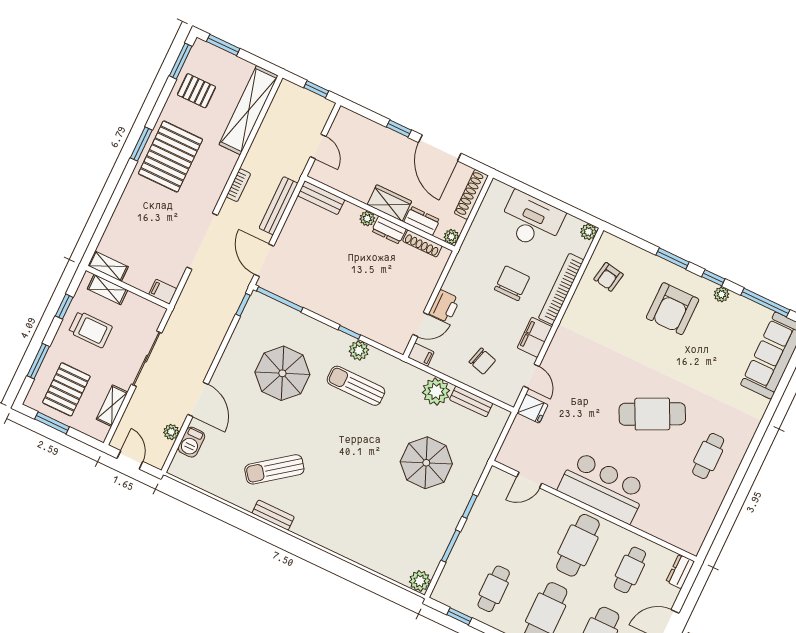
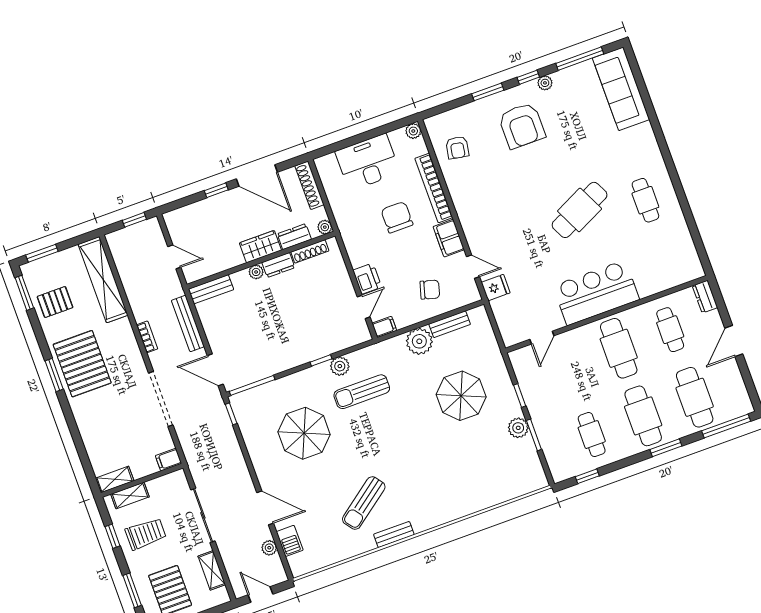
plant: (420, 581) -> (518, 428), moved

